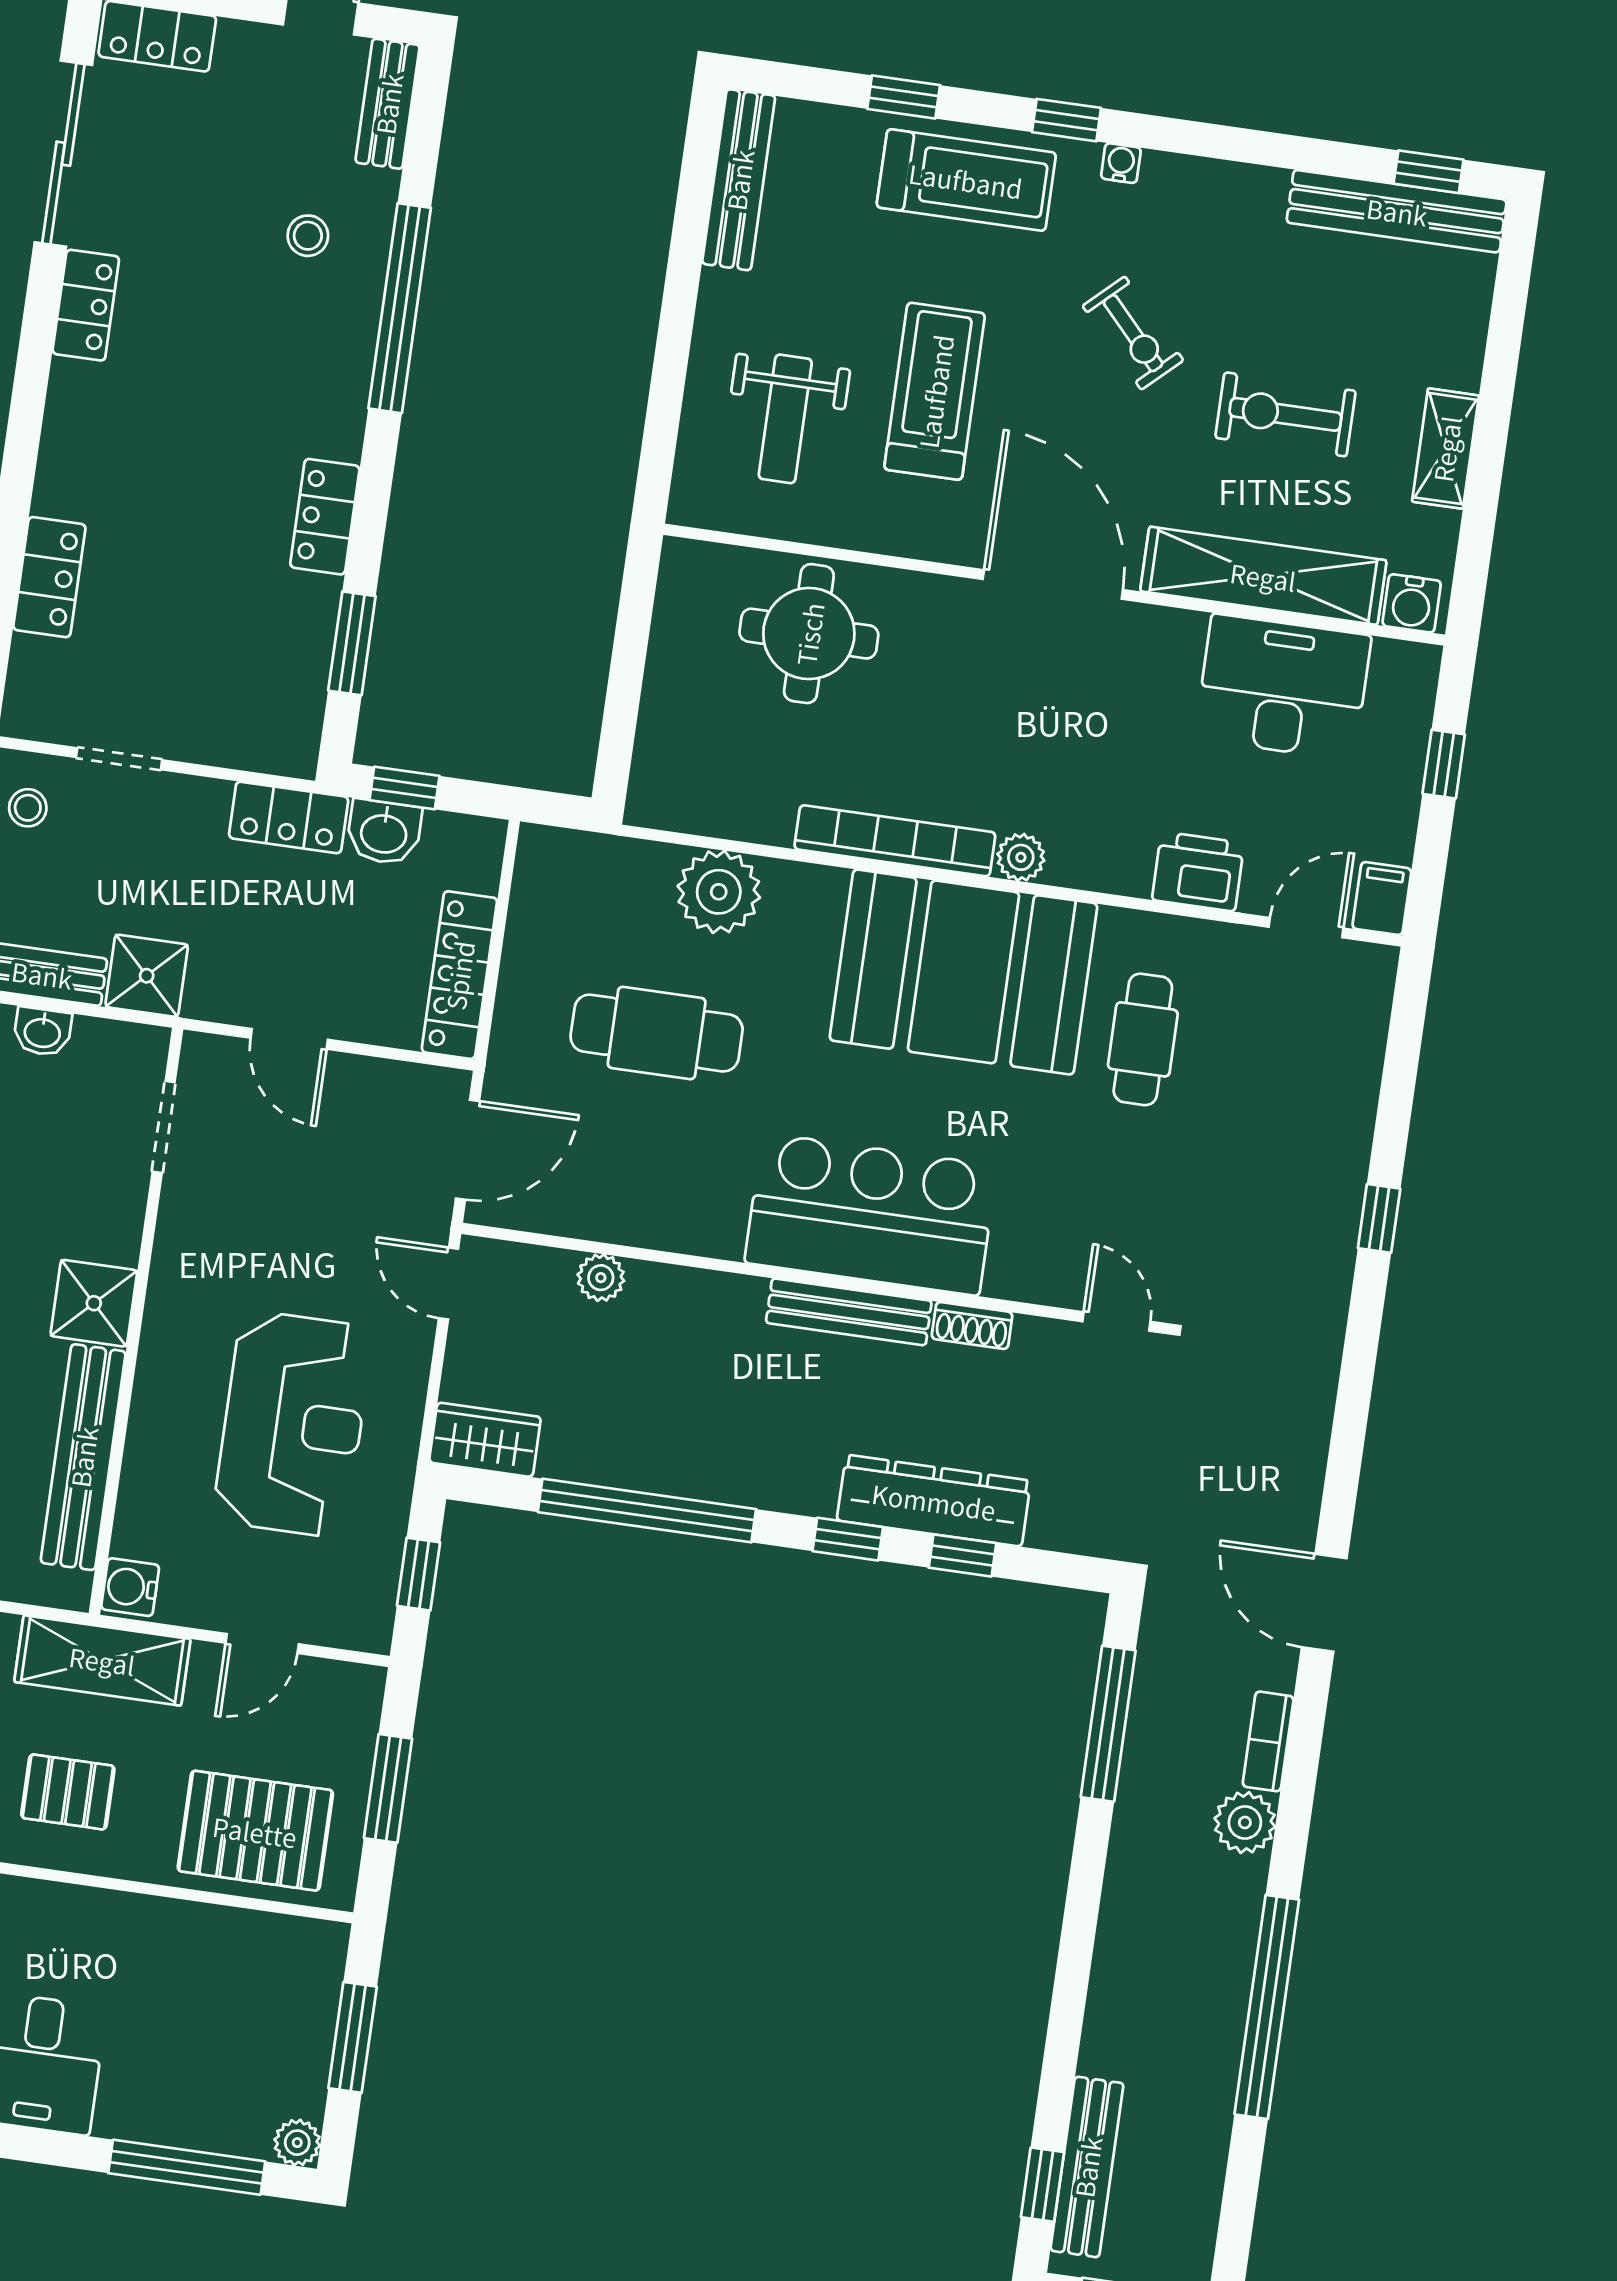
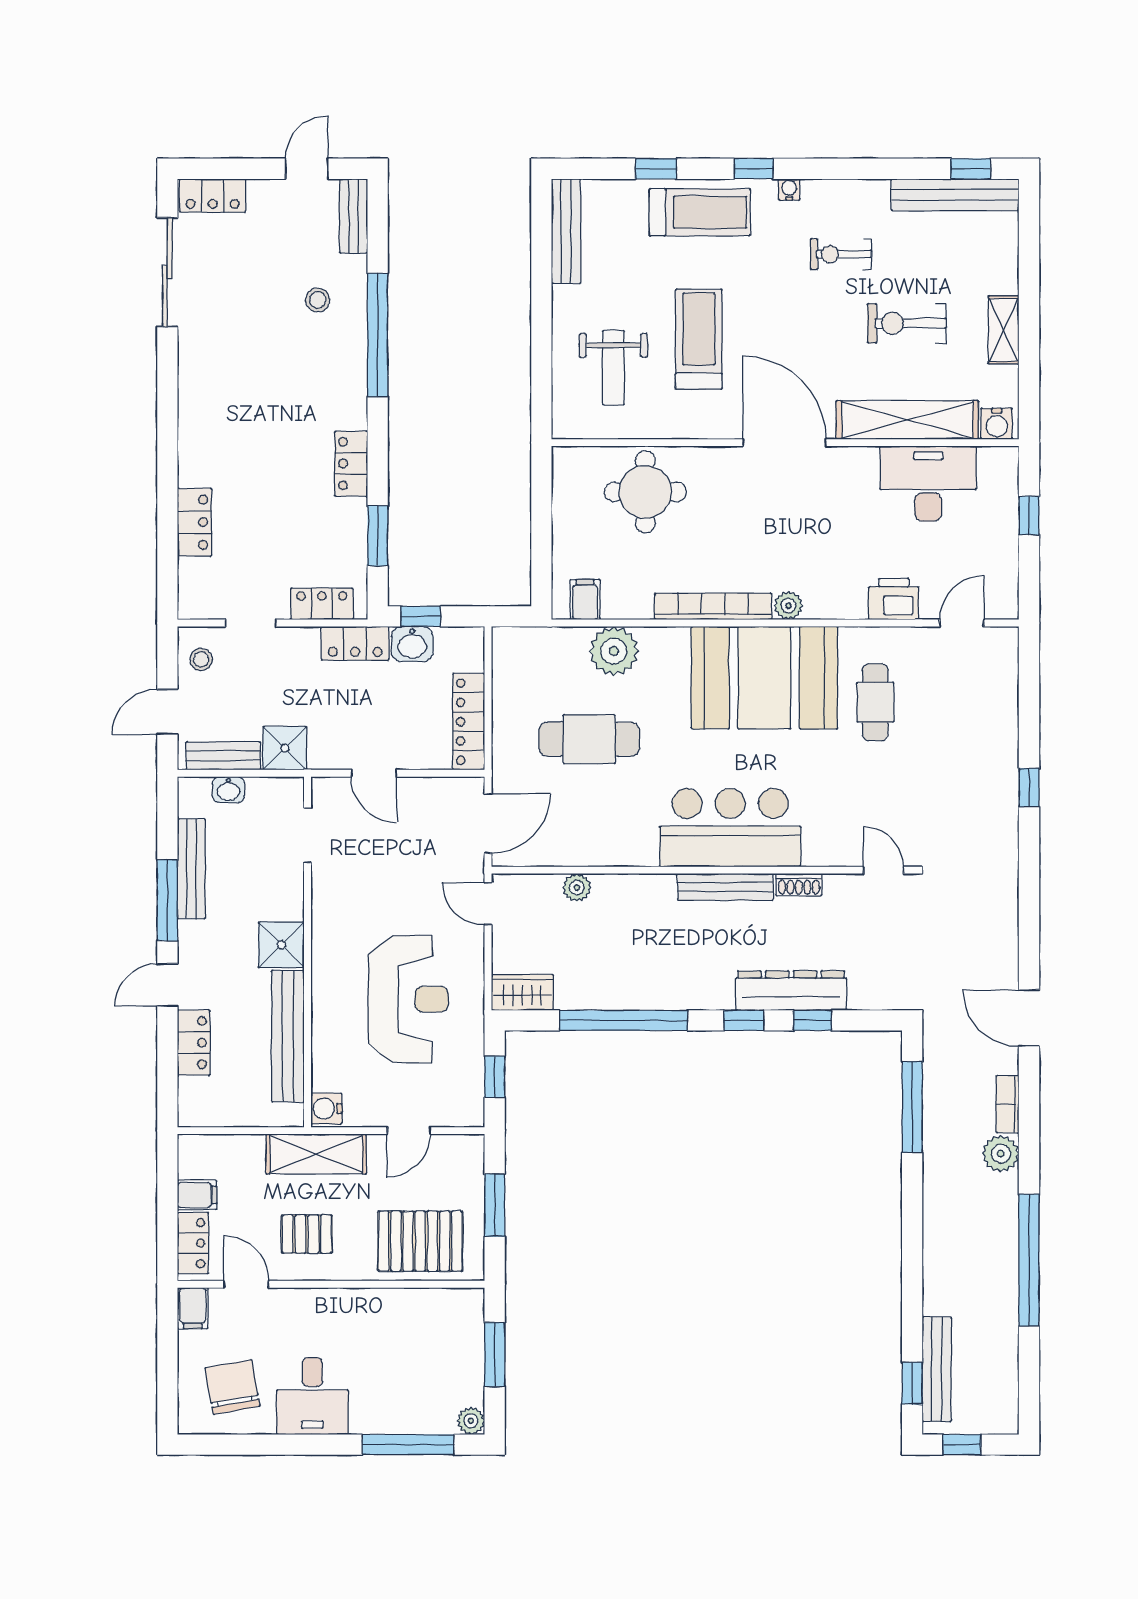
locker: (86, 305) -> (322, 604), moved, turned -90
exercise bike: (1133, 333) -> (841, 254), moved, turned 133
filing cabinet: (1382, 899) -> (585, 600), moved

